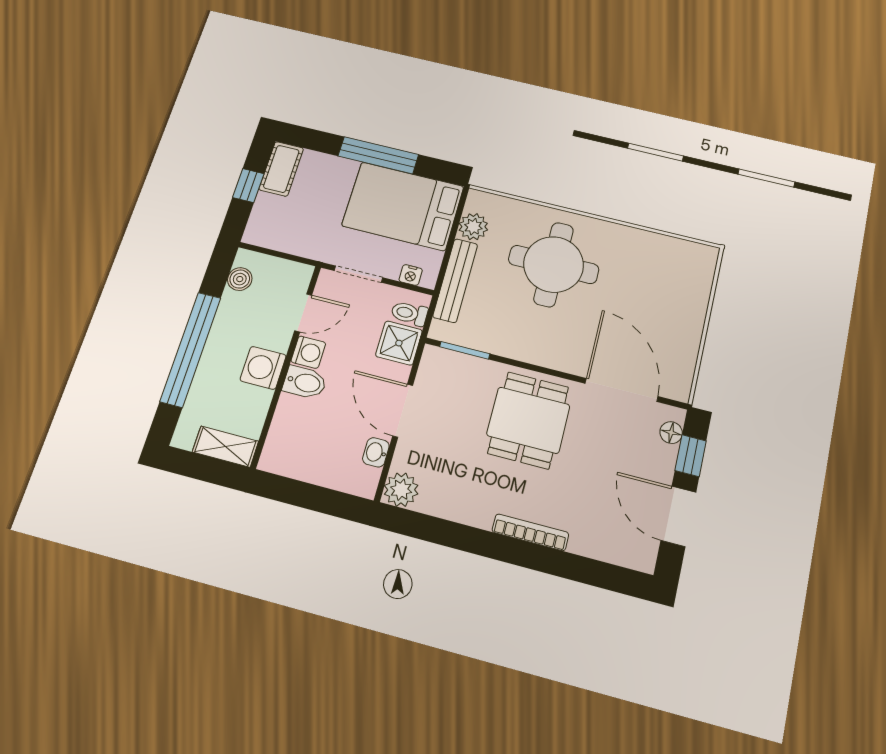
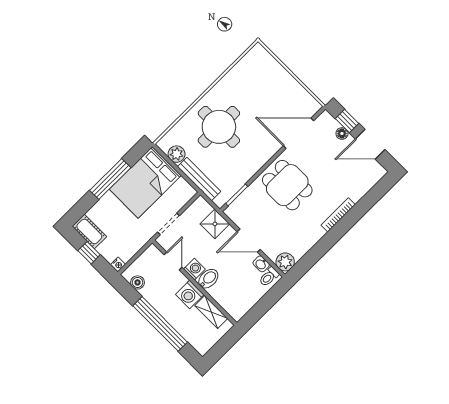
nightstand: (411, 275) -> (118, 265), moved
toilet: (409, 313) -> (269, 277), moved
floor lamp: (671, 433) -> (342, 133), moved
shelving: (225, 447) -> (211, 312), moved, turned 90

